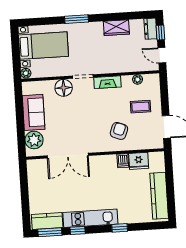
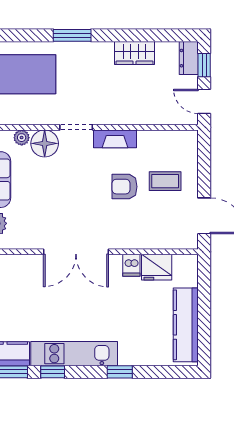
plant: (138, 79) -> (22, 138), moved
armchair: (119, 131) -> (124, 187), moved, turned -111
double door: (68, 156) -> (76, 252), moved

